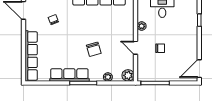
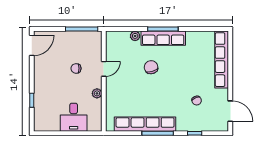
door: (136, 48) -> (104, 69), hinge flipped
row of seats: (69, 75) -> (163, 38), moved
plant: (128, 75) -> (112, 38), removed

